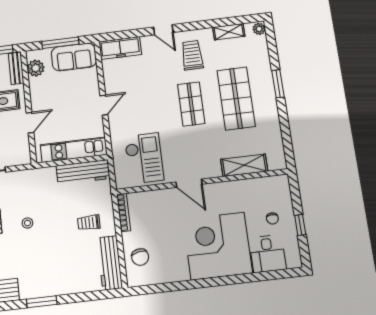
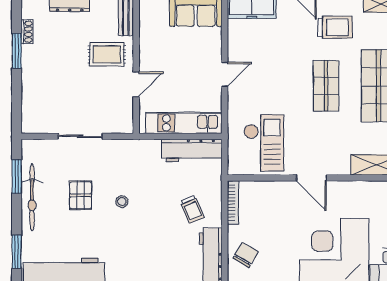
trolley: (192, 55) -> (335, 27), turned 90
plant: (36, 68) -> (149, 19), removed
trolley: (89, 223) -> (192, 209), turned -113
chair: (140, 257) -> (246, 255), turned -140

